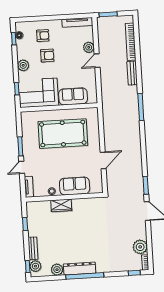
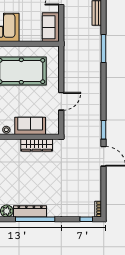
sofa: (73, 96) -> (51, 27), moved, turned -90
wardrobe: (61, 205) -> (37, 145), moved, width x1.50
plant: (140, 247) -> (94, 193), removed

